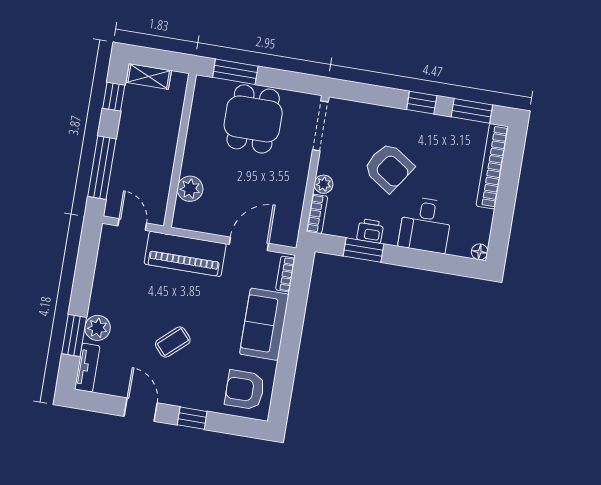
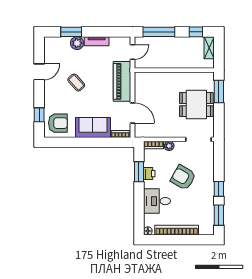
bookcase: (492, 166) -> (177, 230), moved
armchair: (389, 167) -> (183, 178), turned 86
plant: (190, 189) -> (156, 78), removed
tv unit: (87, 368) -> (97, 41), moved
armchair: (245, 390) -> (58, 123), turned 90
window: (192, 418) -> (39, 115), moved

